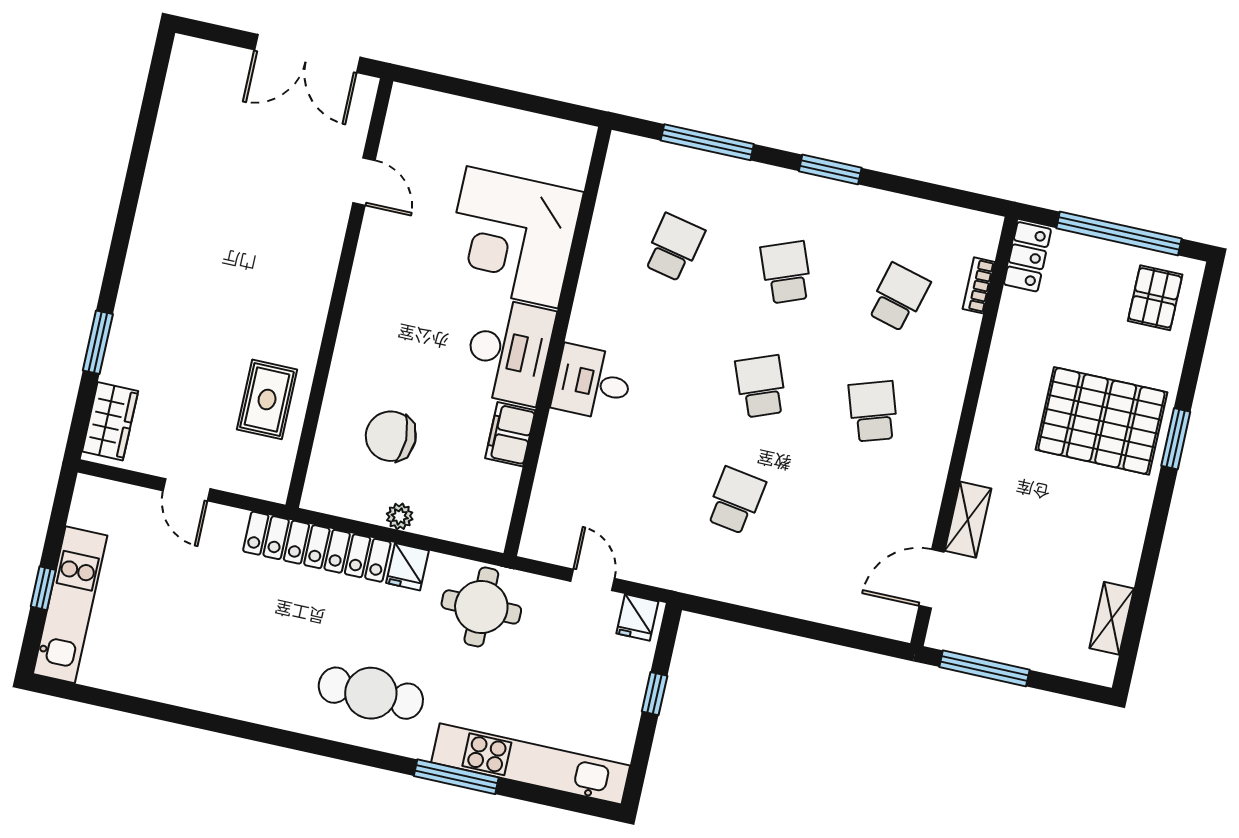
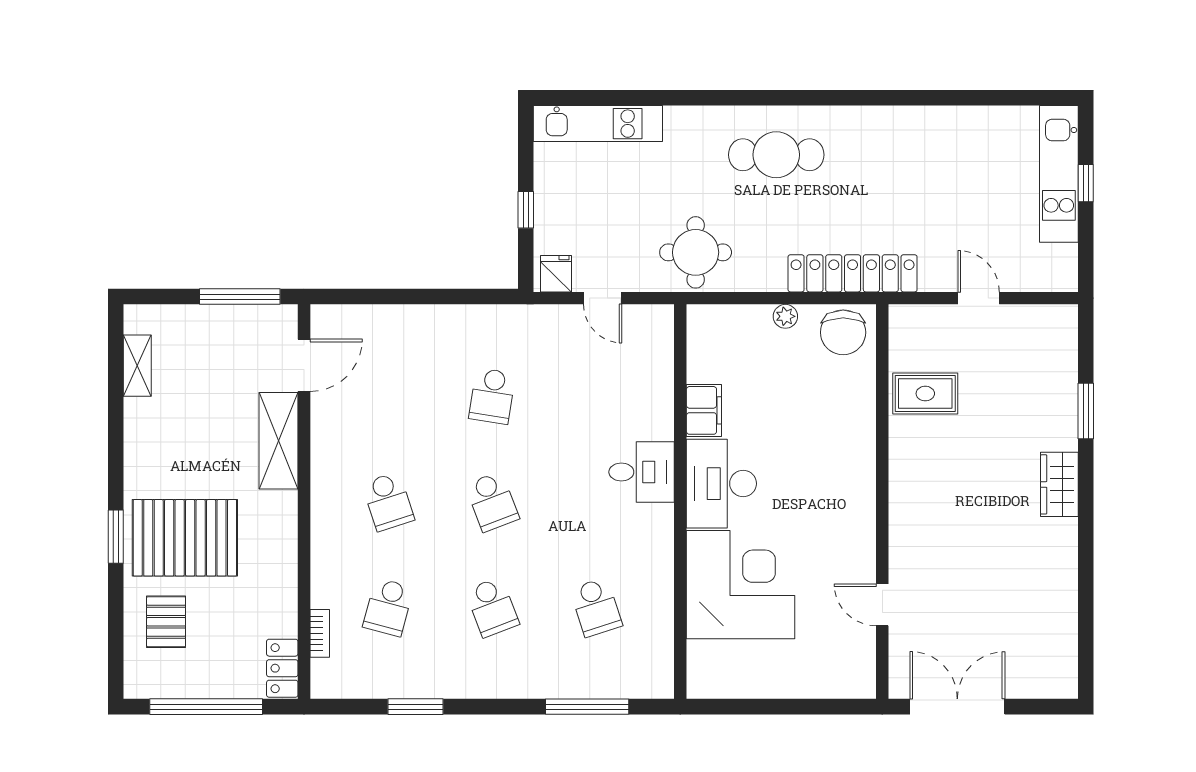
window: (830, 169) -> (416, 707), moved
school desk: (674, 248) -> (596, 607), turned -30
pallet: (1155, 298) -> (166, 622), moved
rug: (267, 399) -> (925, 394), turned 90
wardrobe: (110, 421) -> (1059, 484), moved
chair: (391, 436) -> (843, 332), moved, turned 90
shelving: (968, 520) -> (279, 441), width x1.50, depth x1.33
fridge: (408, 567) -> (769, 273), removed
kitchen unit: (531, 764) -> (598, 124), width x0.73
window: (456, 777) -> (685, 98), removed

